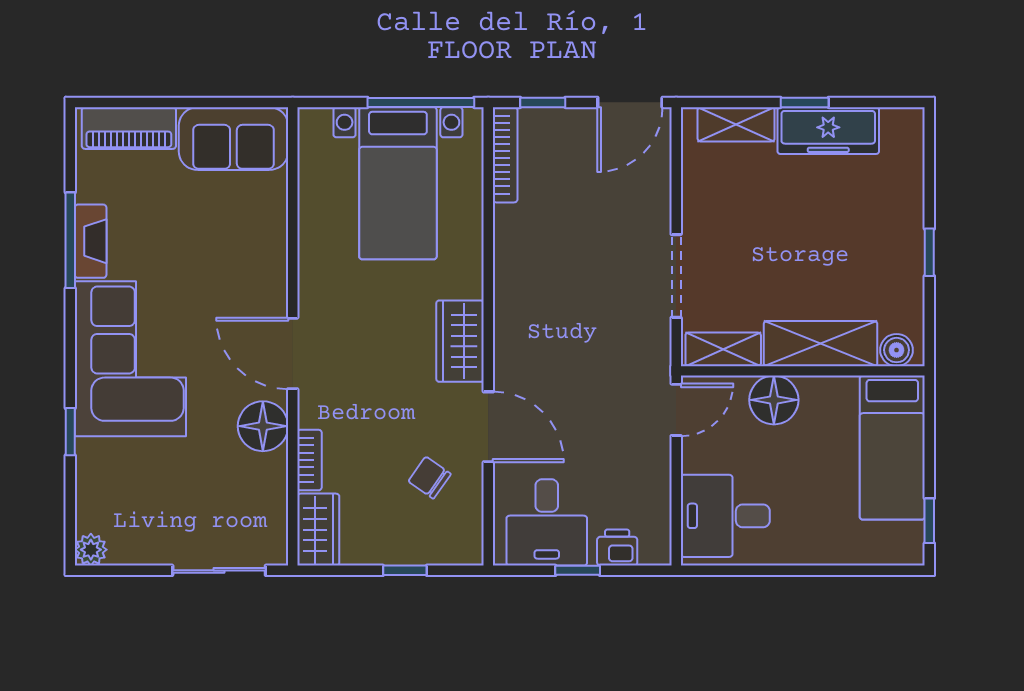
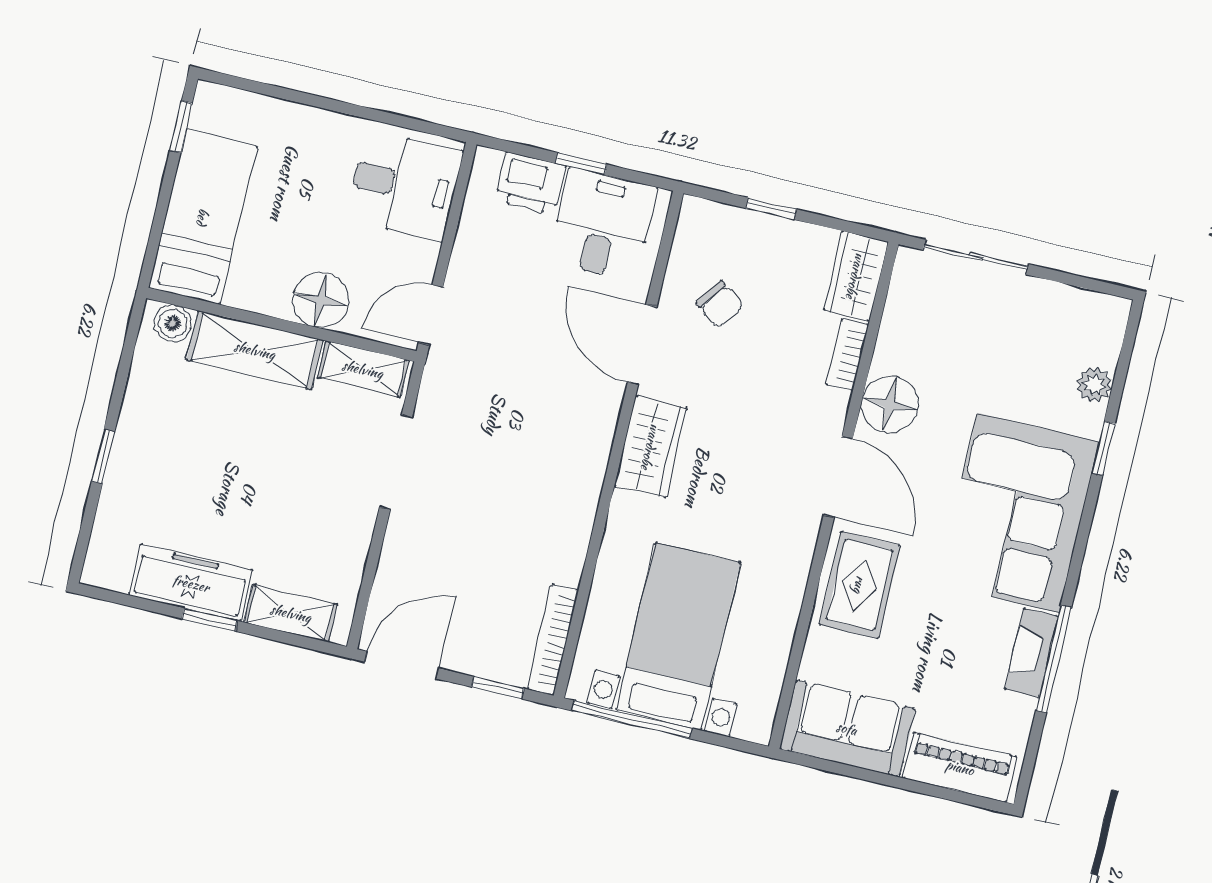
window: (929, 252) -> (103, 457), moved
rug: (252, 265) -> (860, 585), added
printer: (617, 548) -> (530, 183), width x1.36, depth x1.24
plant: (91, 550) -> (1095, 385), moved

